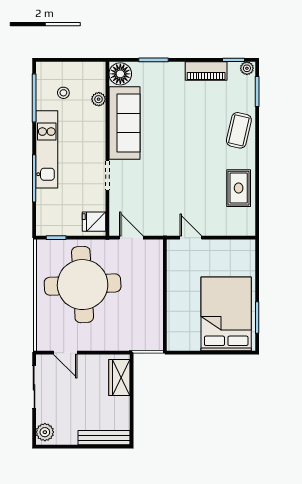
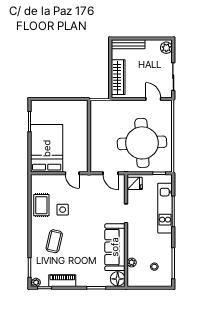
coffee table: (239, 130) -> (54, 241), moved
kitchen unit: (47, 149) -> (165, 208), moved
side table: (206, 181) -> (63, 210), added
bed: (226, 314) -> (47, 148), moved, turned 180
wardrobe: (119, 378) -> (118, 77), width x1.50

